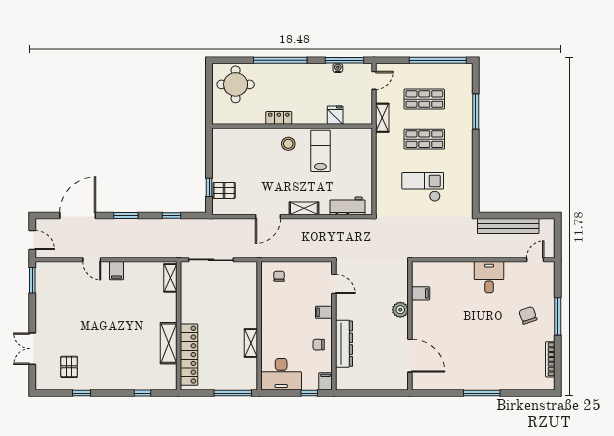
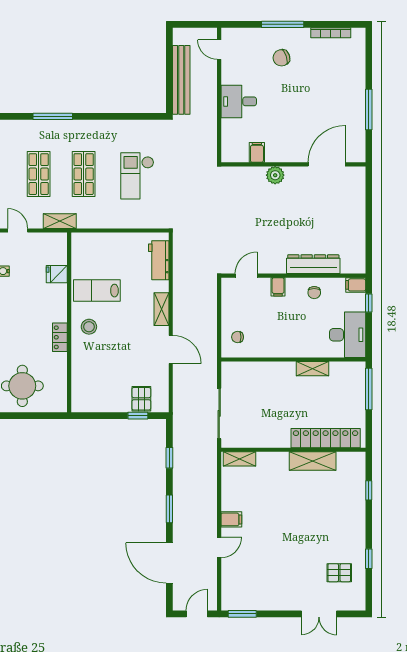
filing cabinet: (421, 293) -> (257, 152), moved
plant: (400, 310) -> (275, 175), moved
wall: (410, 326) -> (293, 164), moved
door: (410, 356) -> (327, 164), moved

